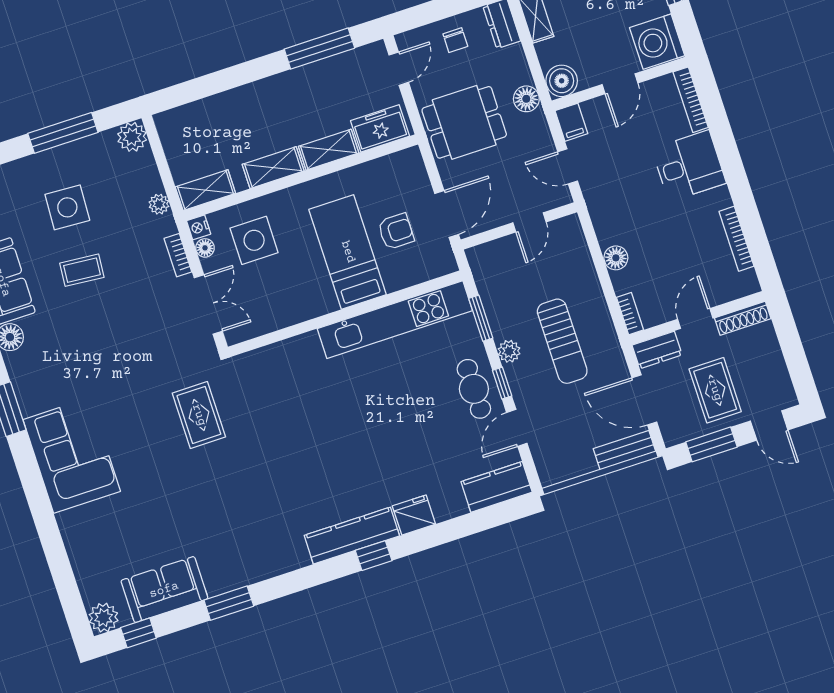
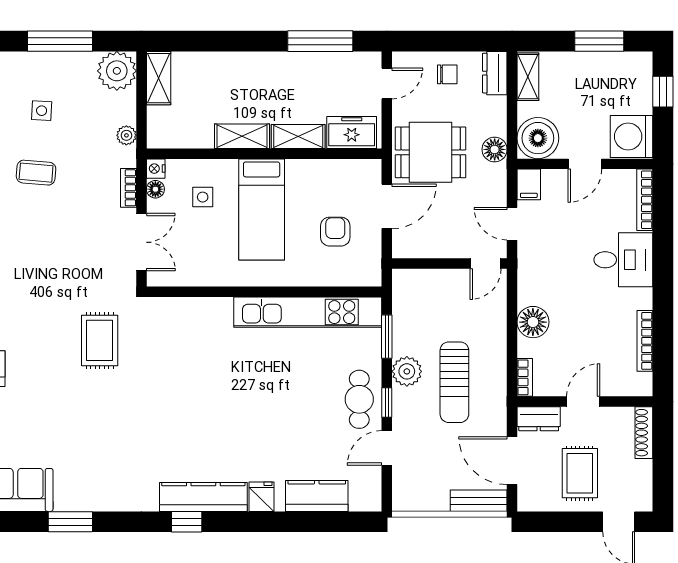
chair: (455, 40) -> (447, 74), turned -90
boiler: (562, 81) -> (538, 138), width x1.37, depth x1.37
plant: (132, 137) -> (117, 71), width x1.36, depth x1.36
shelving: (205, 190) -> (159, 78), moved, turned 90
side table: (67, 207) -> (42, 111), width x0.54, depth x0.54
door: (447, 214) -> (387, 206), moved
door: (530, 222) -> (485, 264), moved
armchair: (396, 231) -> (335, 232), turned -90
side table: (254, 240) -> (203, 197), width x0.54, depth x0.54
bed: (348, 252) -> (262, 209), moved, turned 180
floor lamp: (616, 258) -> (533, 322), width x1.38, depth x1.38
shoe rack: (743, 318) -> (644, 433), moved, turned 90
plant: (509, 351) -> (407, 371), width x1.38, depth x1.38
window: (711, 444) -> (560, 522), removed
kitchen counter: (497, 487) -> (317, 496), moved
fridge: (414, 515) -> (262, 497), width x0.72
window: (374, 556) -> (187, 522), moved

